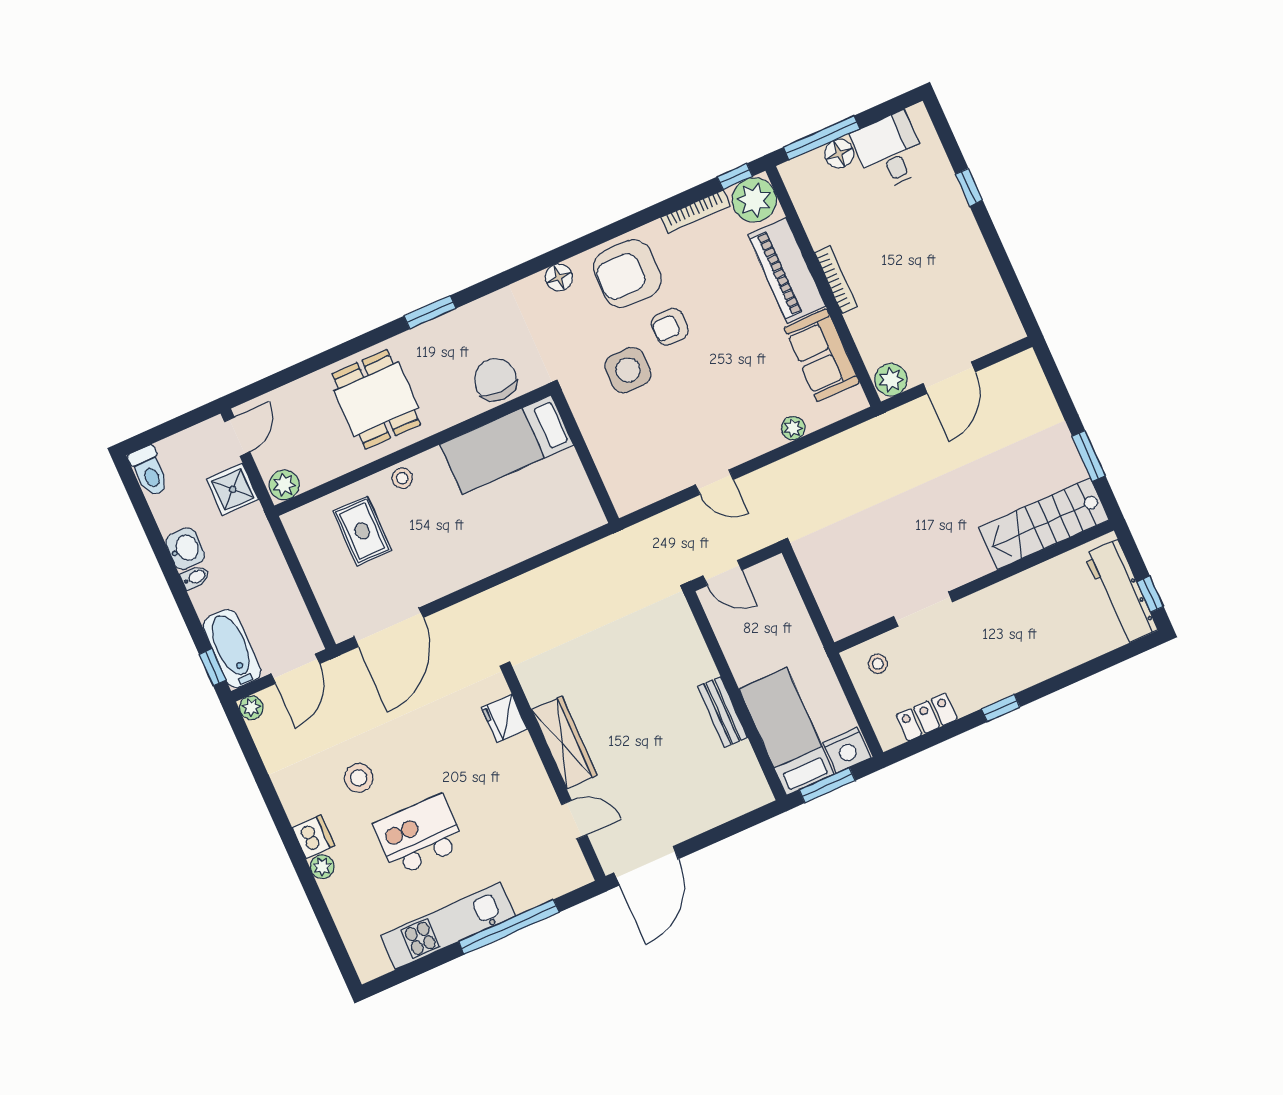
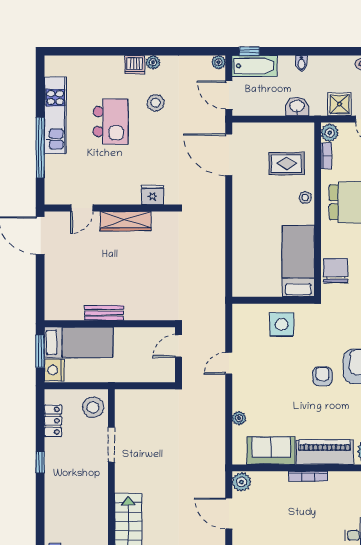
side table: (628, 370) -> (282, 324), moved
chair: (495, 380) -> (336, 271), turned -90
bookcase: (323, 474) -> (326, 156), added
washbasin: (185, 549) -> (297, 106), moved, turned 180
stool: (878, 664) -> (93, 407), width x1.89, depth x1.89
plant: (322, 867) -> (153, 62), moved

